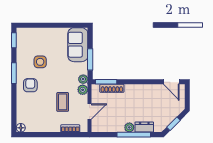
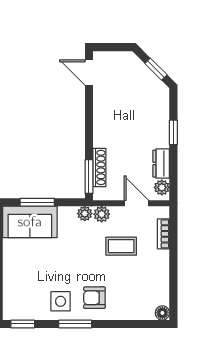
window: (90, 59) -> (37, 202), moved
side table: (40, 62) -> (61, 301), moved
door: (171, 82) -> (89, 73), swing flipped
plant: (129, 127) -> (162, 187), moved
dresser: (144, 127) -> (161, 164), moved
window: (134, 135) -> (173, 132), width x0.46

